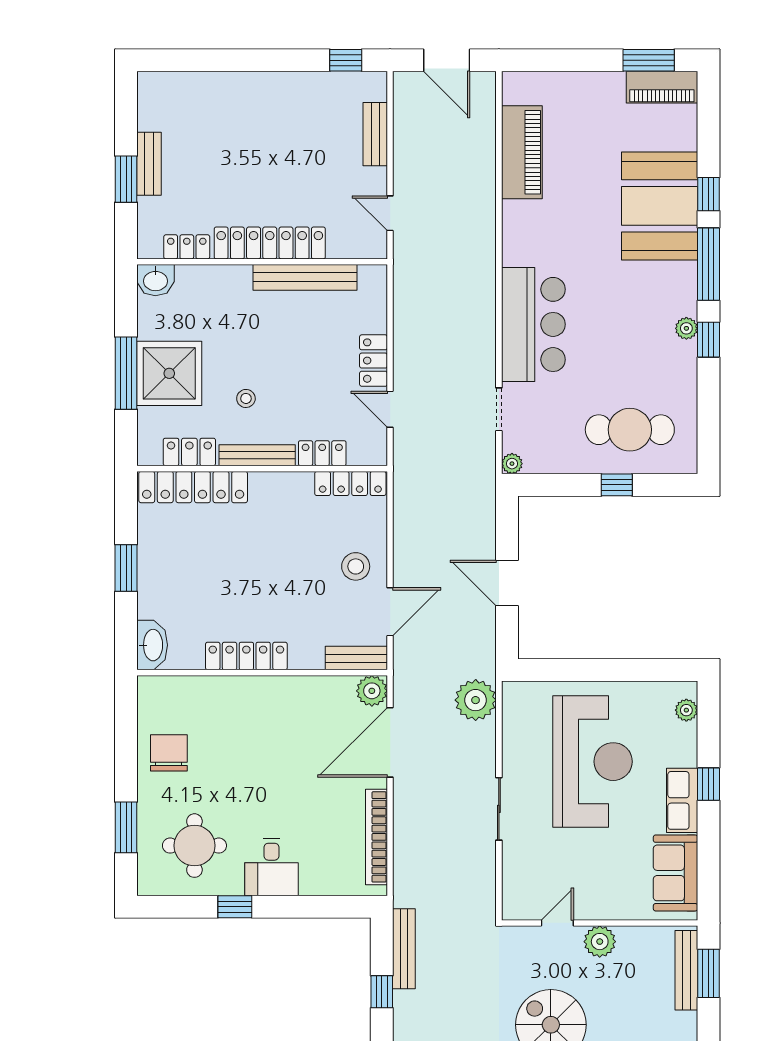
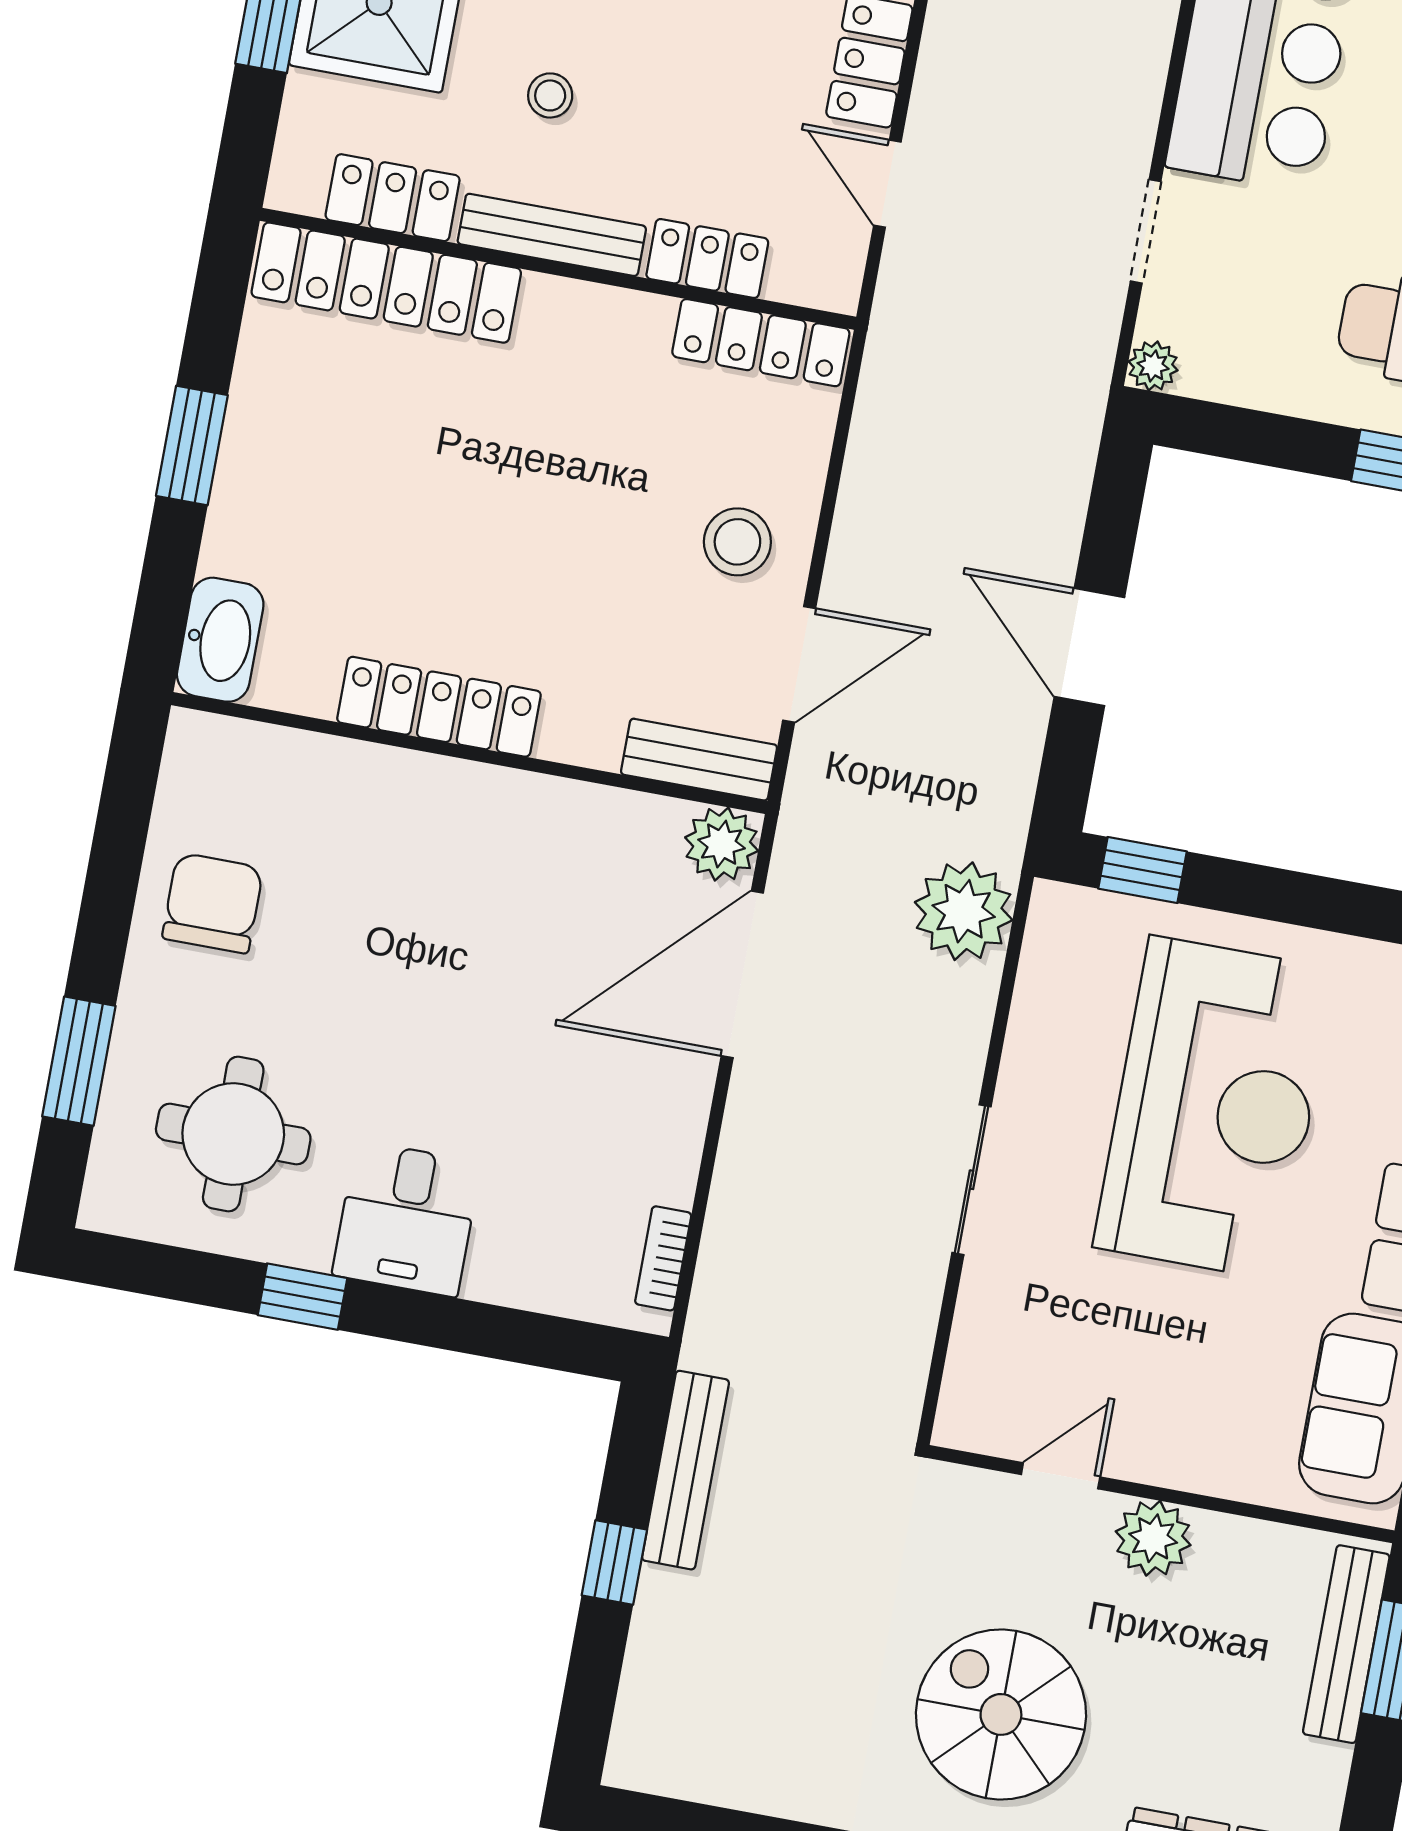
window: (545, 670) -> (1143, 870), added
bookcase: (376, 837) -> (663, 1258), width x0.43, depth x0.76

